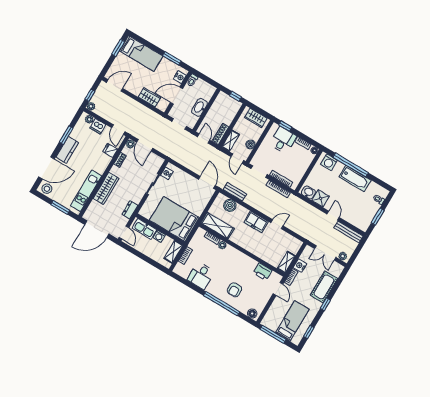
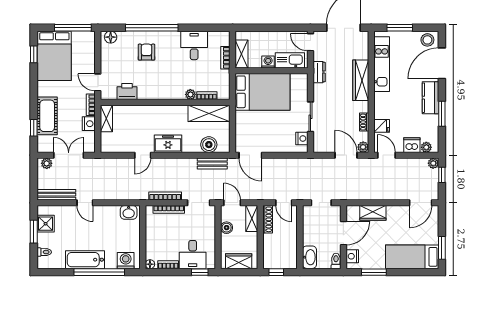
washbasin: (200, 107) -> (309, 257), moved
shower: (321, 198) -> (46, 224), moved
window: (325, 304) -> (34, 128), moved
bed: (292, 321) -> (54, 56), width x1.50

